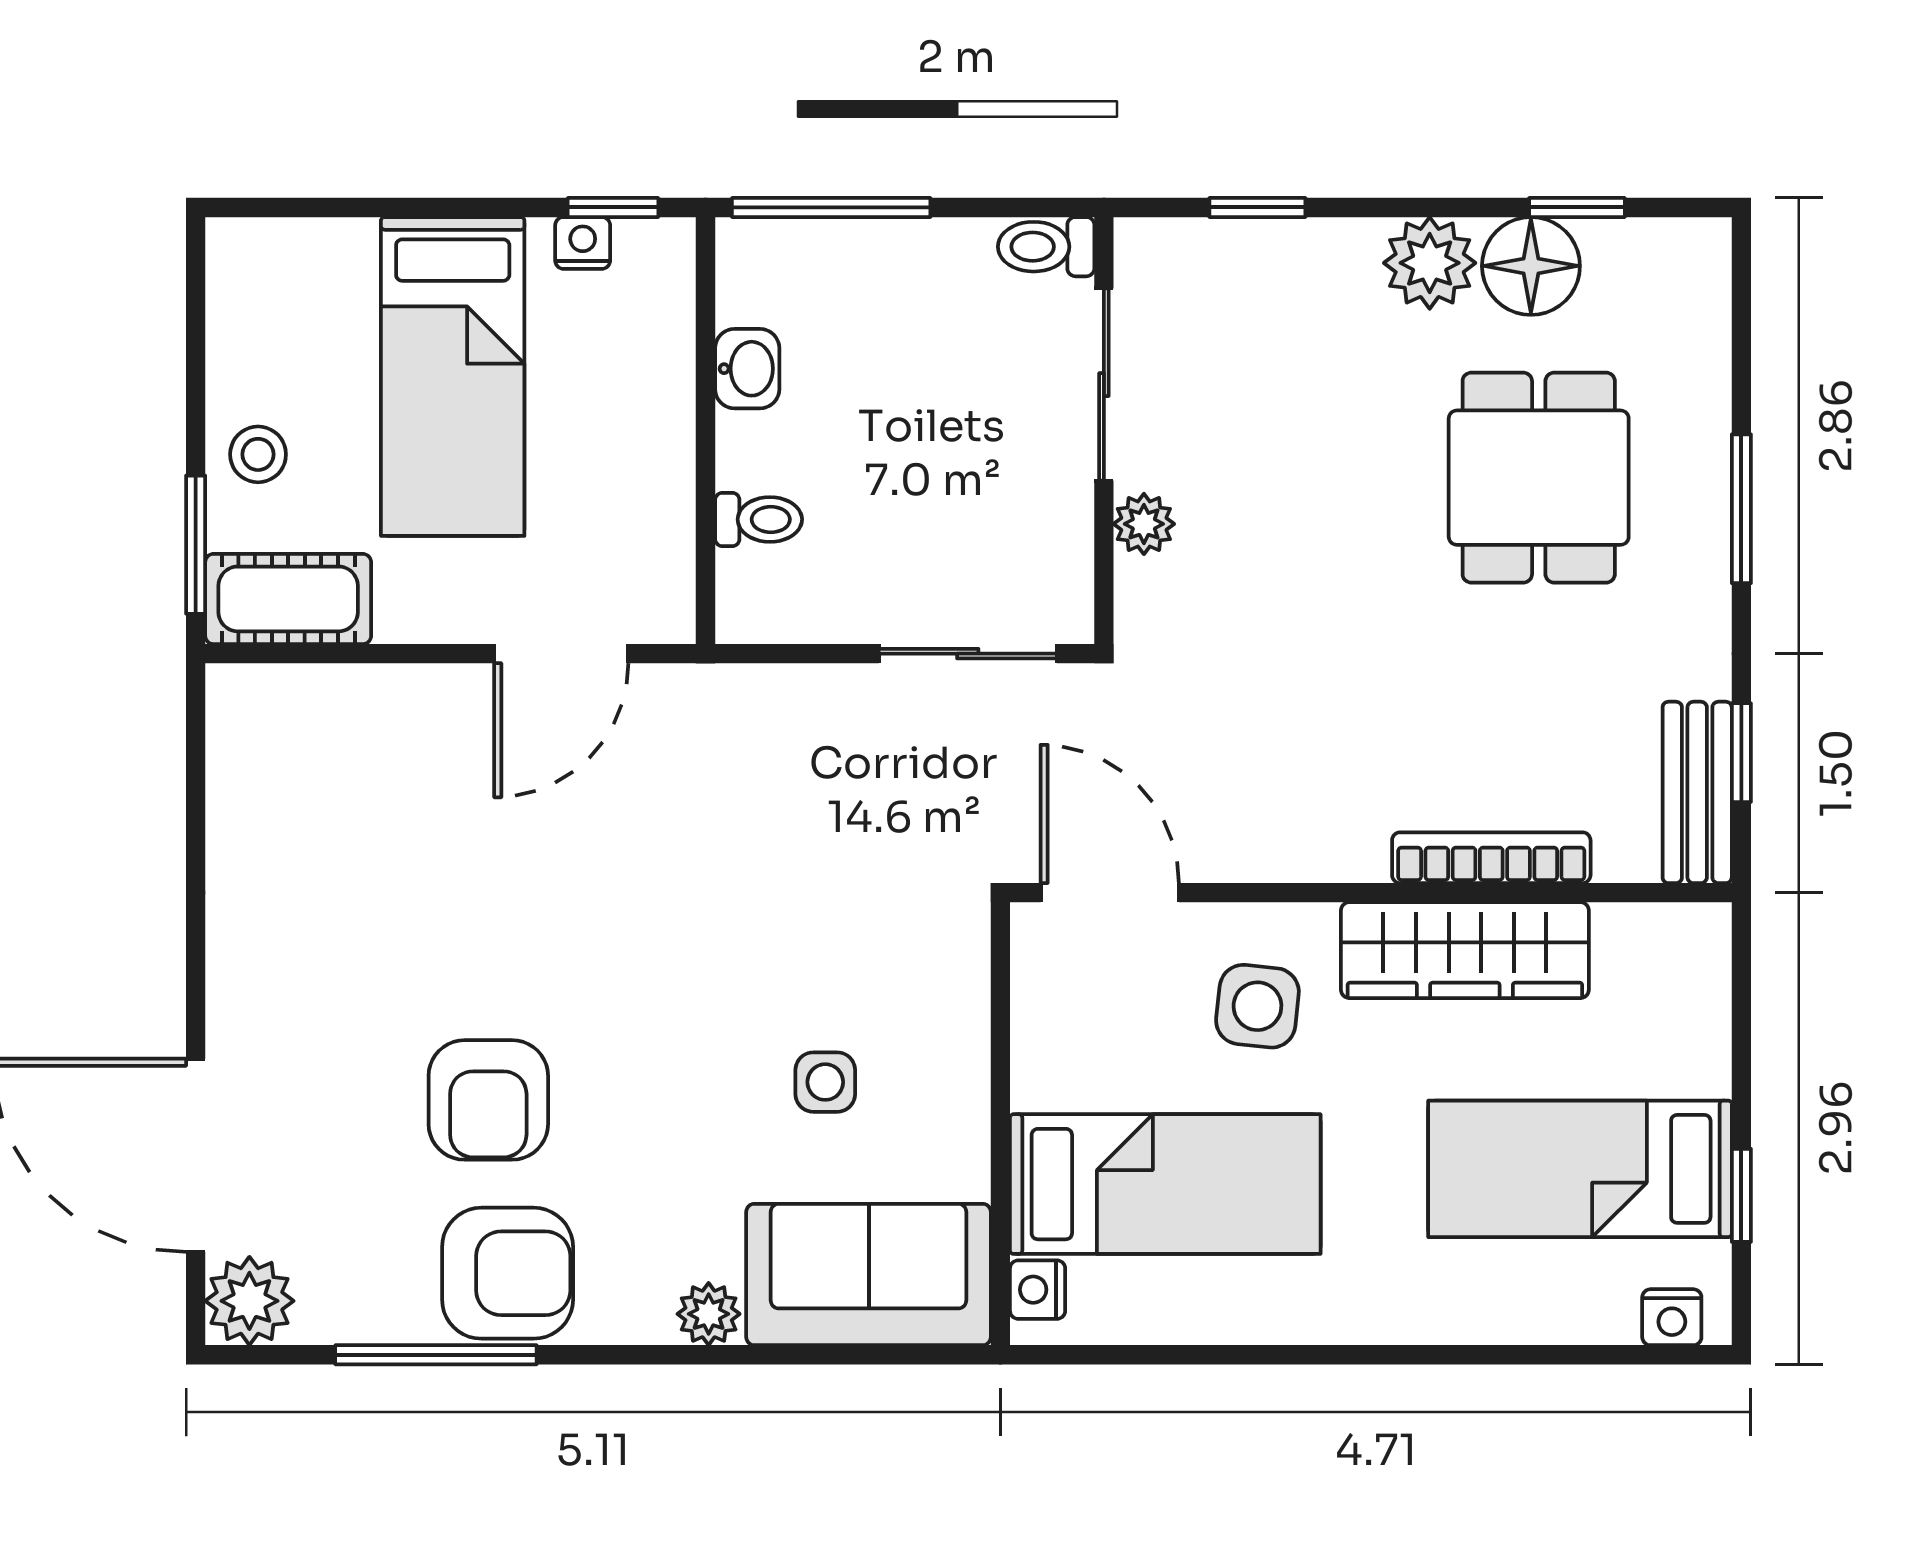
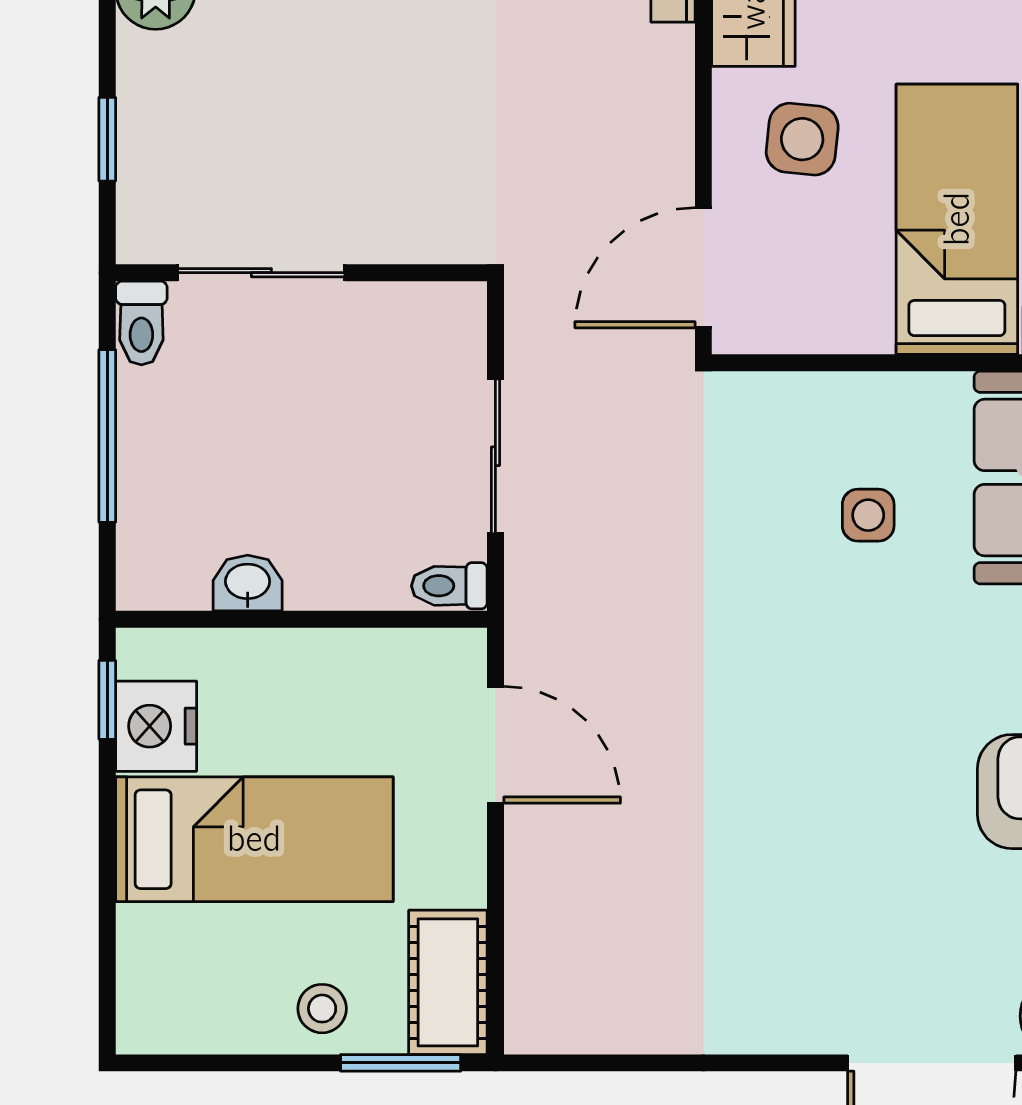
window: (831, 207) -> (107, 436), moved
nightstand: (583, 243) -> (156, 726), width x1.89, depth x1.79
toilet: (759, 519) -> (449, 586), moved, turned -90
plant: (1144, 524) -> (383, 238), removed
sliding door: (968, 654) -> (495, 456), moved
armchair: (488, 1100) -> (884, 808), removed

